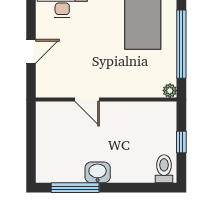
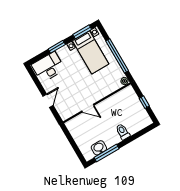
toilet: (164, 169) -> (123, 132), moved
washbasin: (98, 172) -> (99, 148), moved

